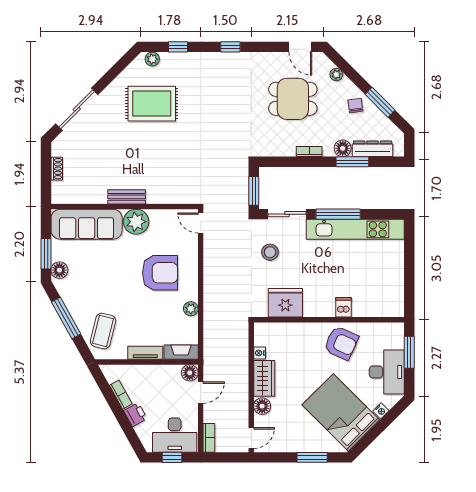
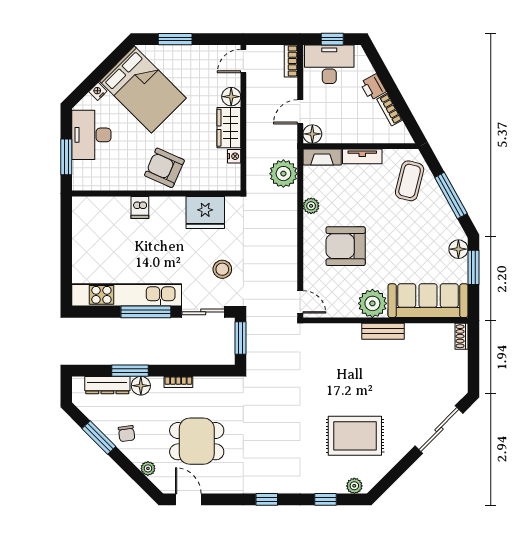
shoe rack: (57, 169) -> (462, 336), moved
plant: (215, 338) -> (283, 174), added
armchair: (341, 343) -> (164, 168), moved

